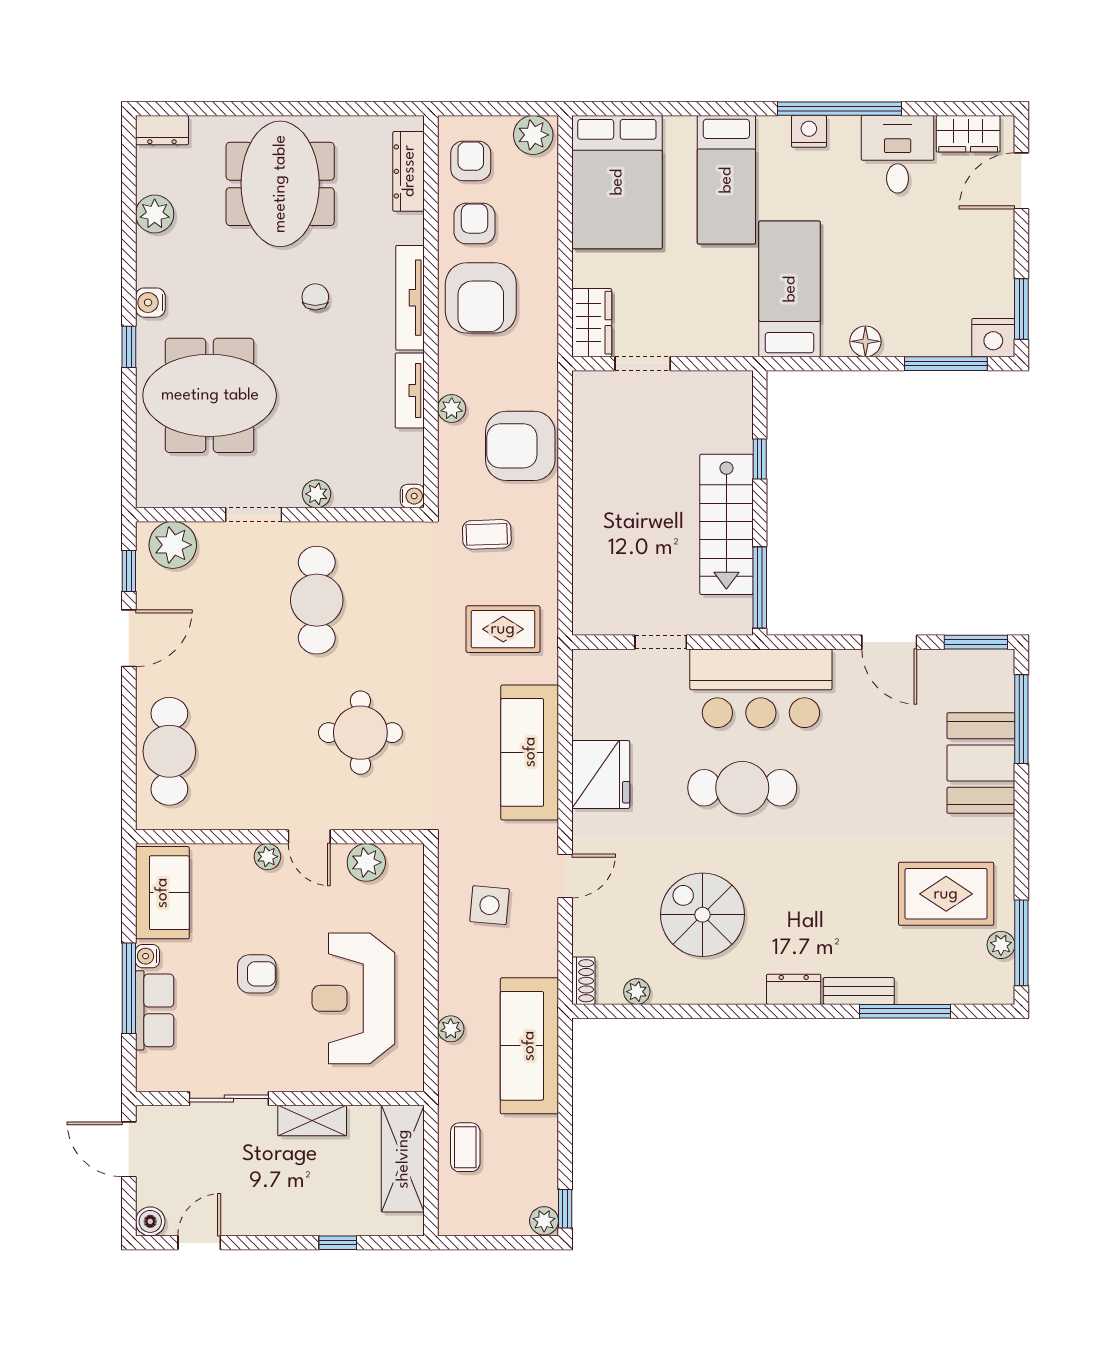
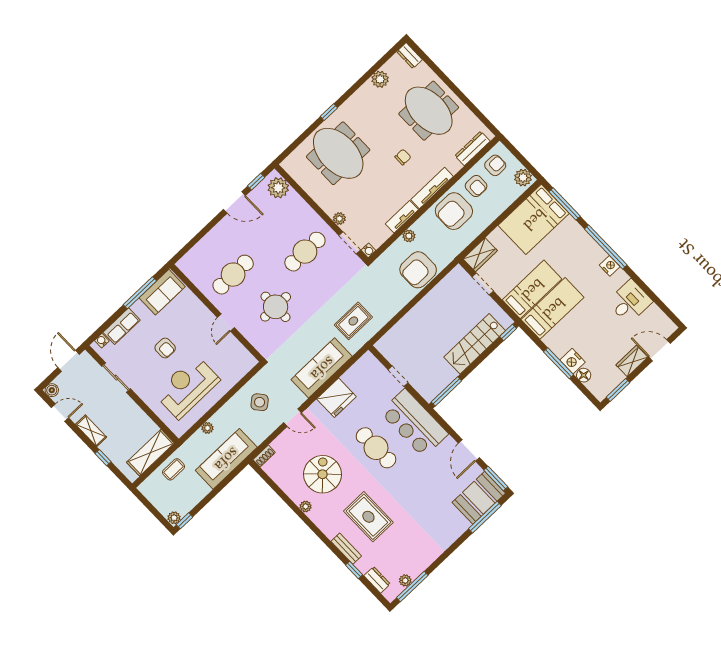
window: (640, 109) -> (565, 204), added
window: (839, 109) -> (606, 247), moved
wardrobe: (968, 134) -> (632, 361), moved, turned 90
bed: (726, 180) -> (532, 289), moved, turned 180
meeting table: (280, 184) -> (429, 111), turned 90
armchair: (475, 223) -> (476, 186), turned 90
water cooler: (150, 303) -> (350, 105), removed
nightstand: (993, 338) -> (573, 361), moved
floor lamp: (865, 341) -> (584, 375), moved
window: (946, 364) -> (559, 363), moved
armchair: (520, 446) -> (418, 270), turned -90
window: (760, 459) -> (508, 332), moved
doorway: (254, 515) -> (350, 243), moved
stairs: (726, 524) -> (475, 344), moved
coffee table: (487, 534) -> (379, 286), removed
rug: (503, 629) -> (353, 321), turned 90
cafe table: (169, 751) -> (233, 275), moved
booth: (981, 763) -> (479, 498), moved
plant: (267, 857) -> (206, 315), removed
plant: (366, 862) -> (235, 349), removed
rug: (946, 894) -> (368, 517), moved
side table: (489, 905) -> (260, 402), turned 45
water cooler: (147, 956) -> (102, 341), moved
window: (129, 988) -> (140, 293), moved
dresser: (794, 989) -> (377, 580), moved
plant: (637, 992) -> (306, 506), moved
window: (905, 1011) -> (354, 570), width x0.46
shelving: (312, 1121) -> (91, 431), moved

